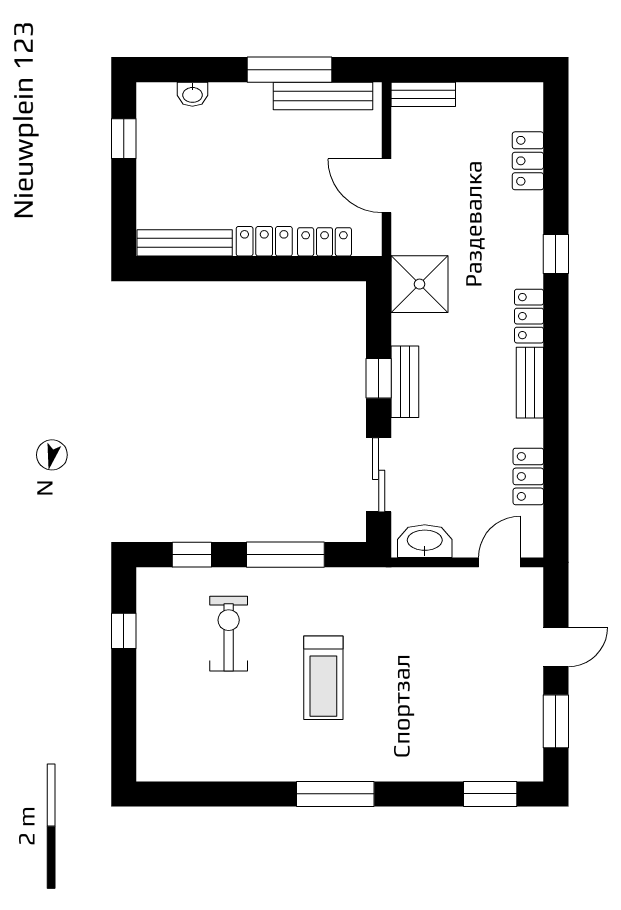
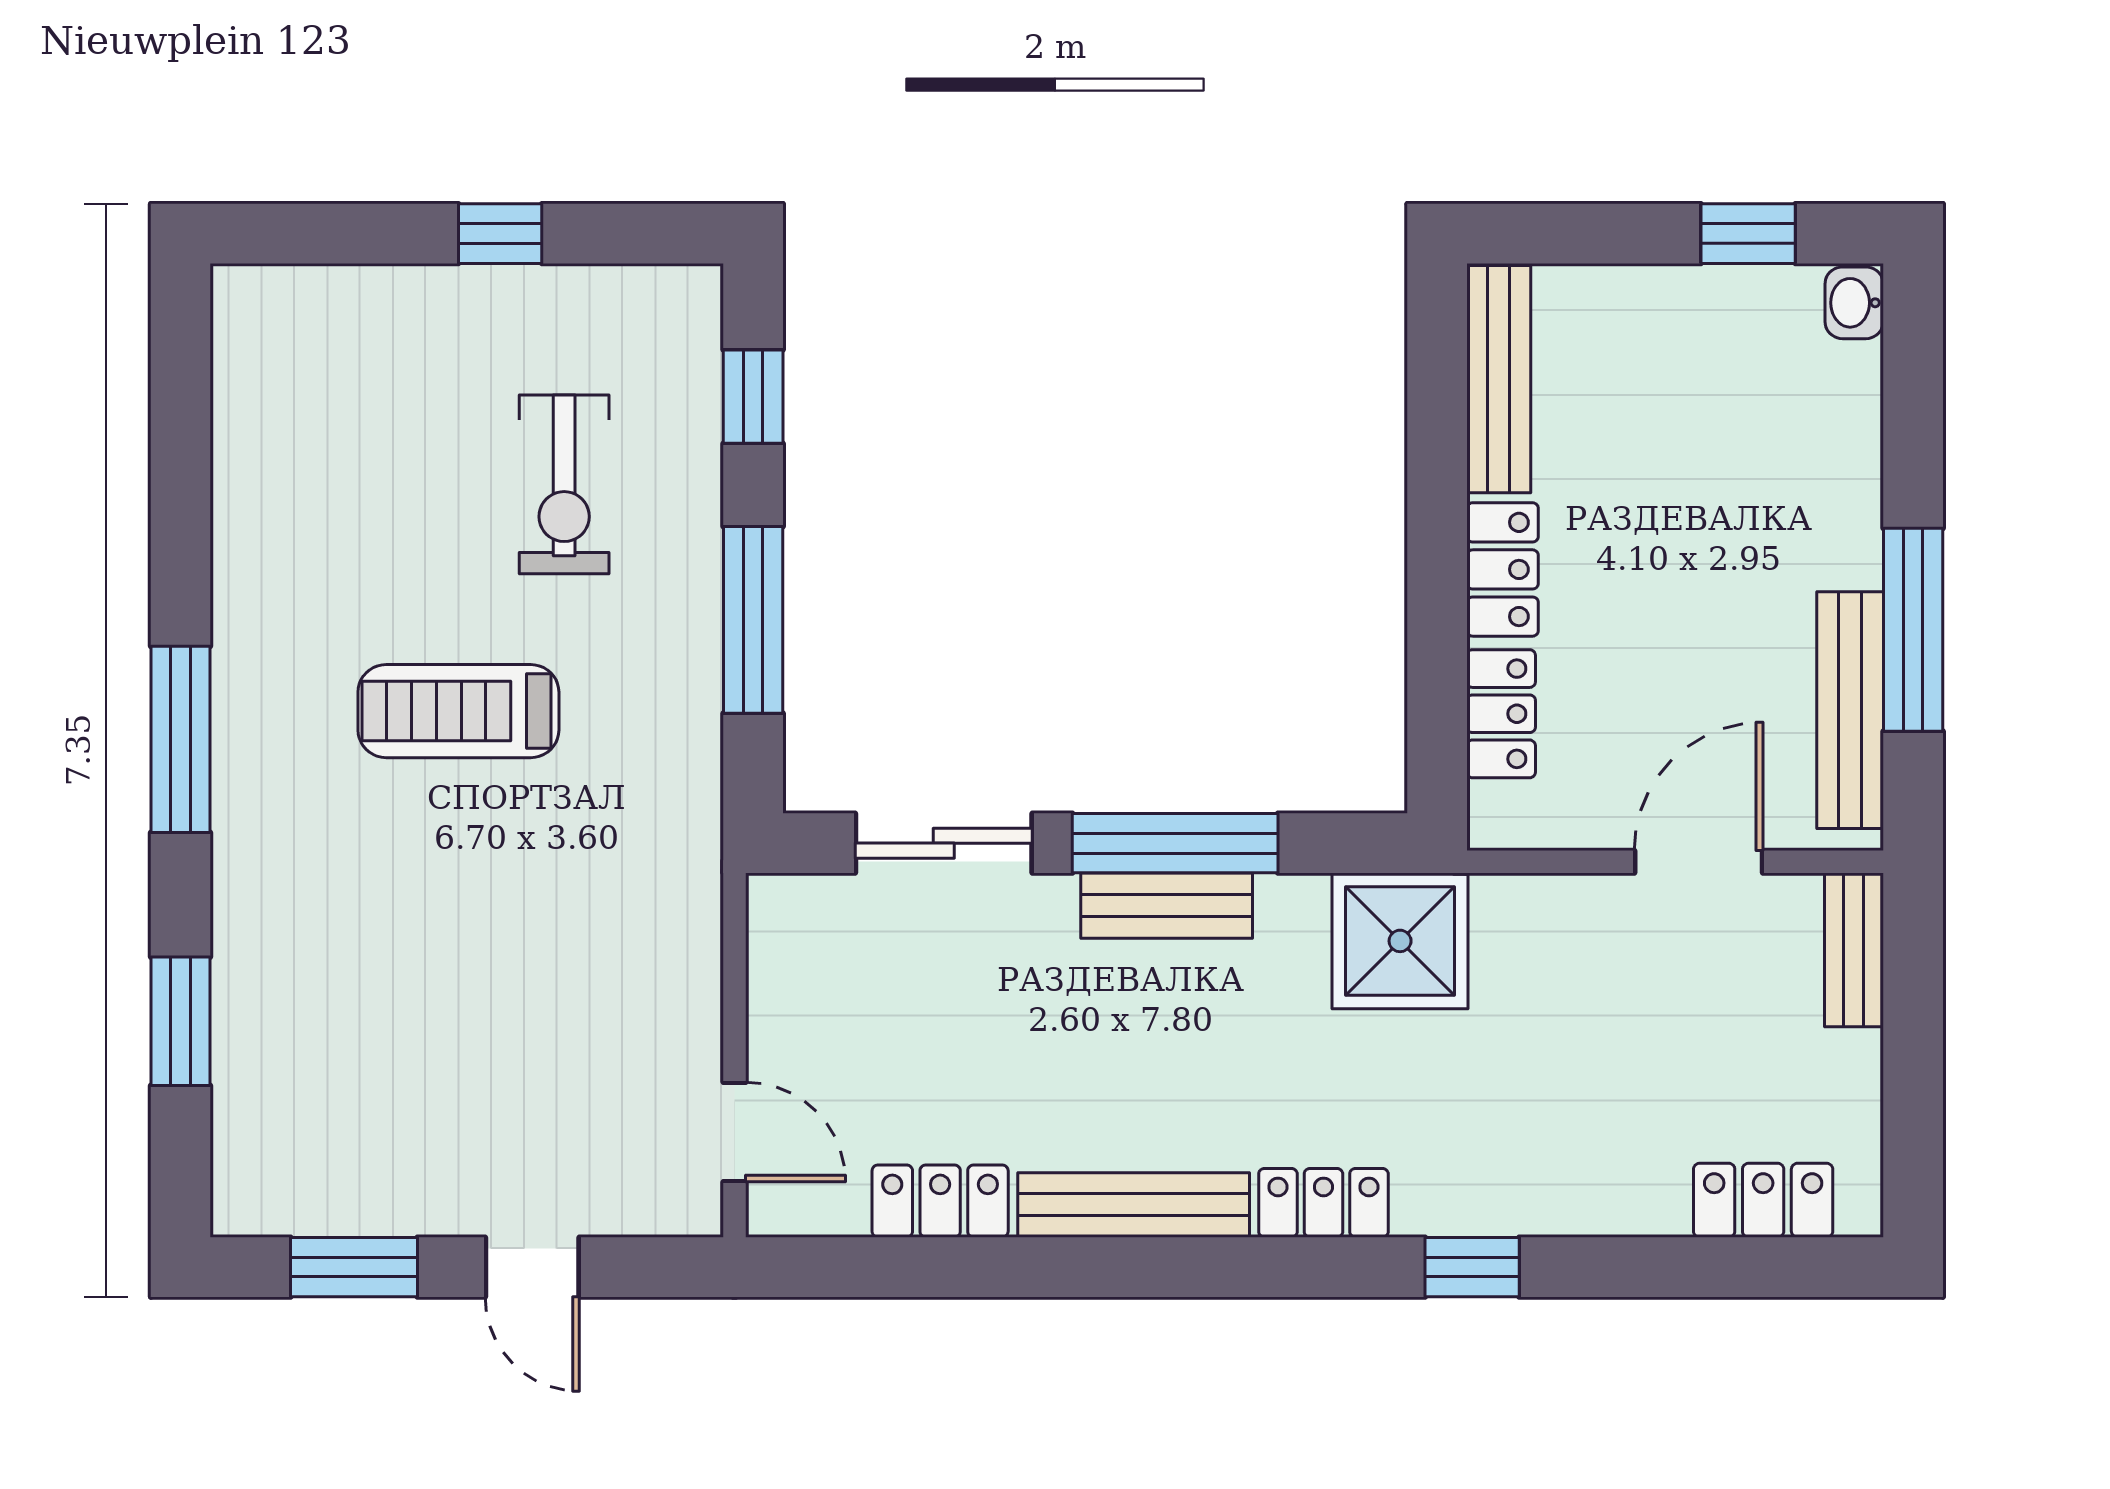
washbasin: (192, 94) -> (1854, 303), moved
locker: (528, 161) -> (1763, 1200), moved
door: (386, 186) -> (1699, 862), moved
window: (379, 378) -> (1175, 843), width x2.17
bench: (530, 383) -> (1134, 1205), width x1.36
washbasin: (425, 541) -> (785, 953), removed
window: (124, 631) -> (500, 234), moved
exercise bike: (229, 634) -> (564, 484), turned 90
window: (490, 794) -> (181, 1021), moved

